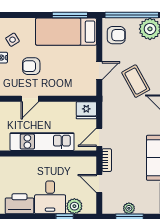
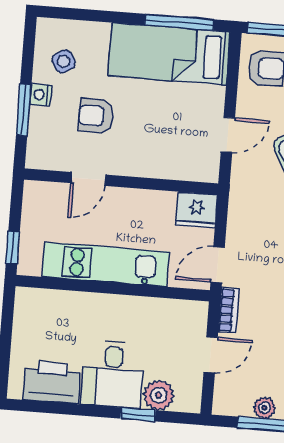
door: (99, 184) -> (211, 355), swing flipped

